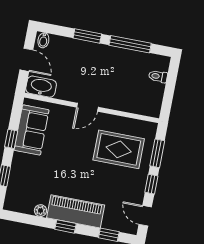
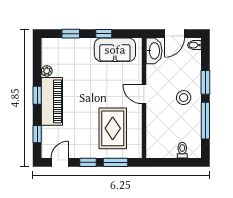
stool: (100, 64) -> (184, 98), added

